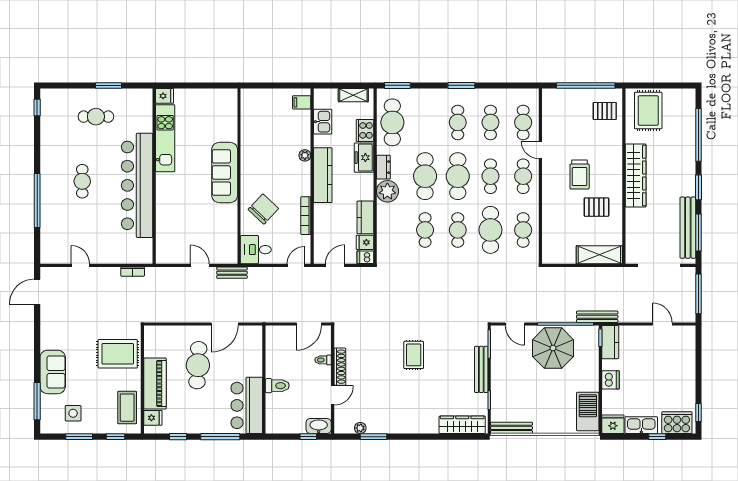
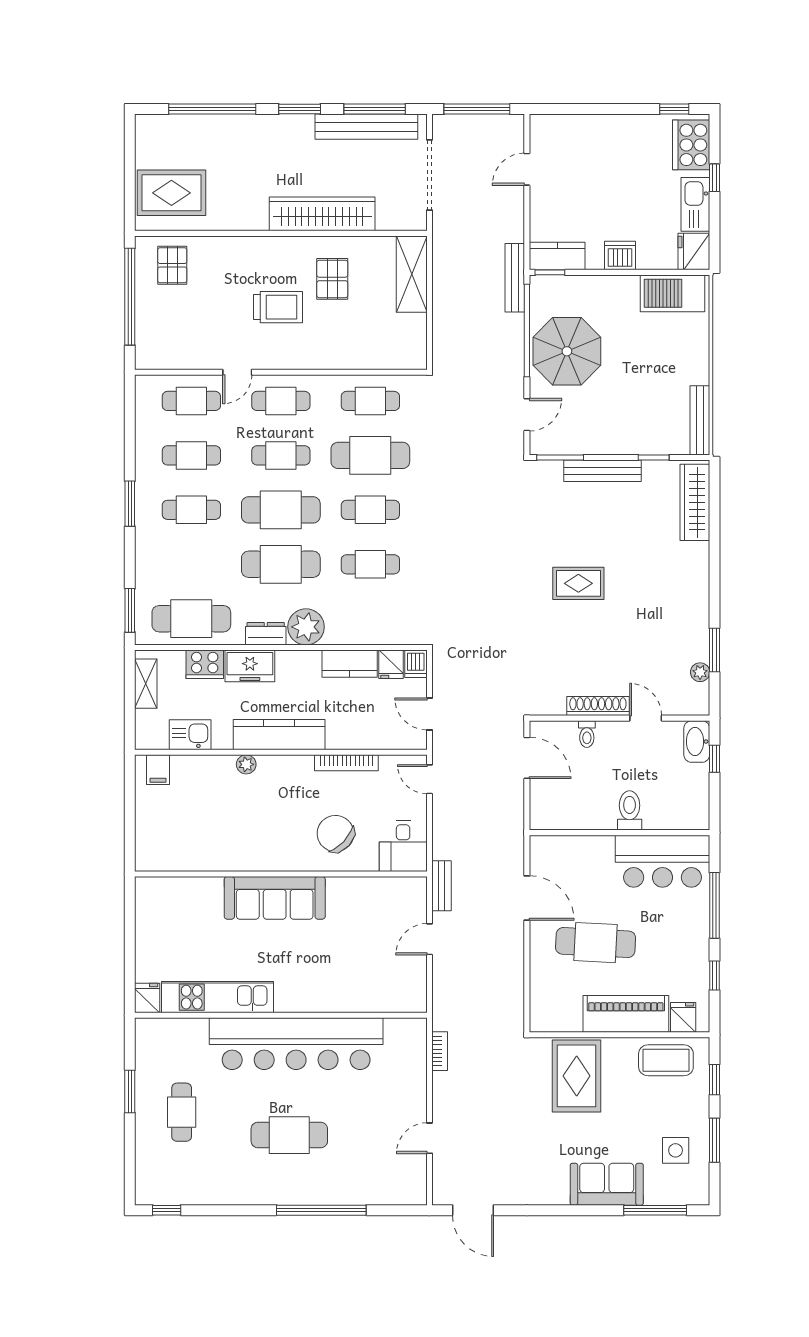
wardrobe: (636, 176) -> (322, 214), moved
cafe table: (82, 181) -> (289, 1135), width x1.37, depth x1.35

